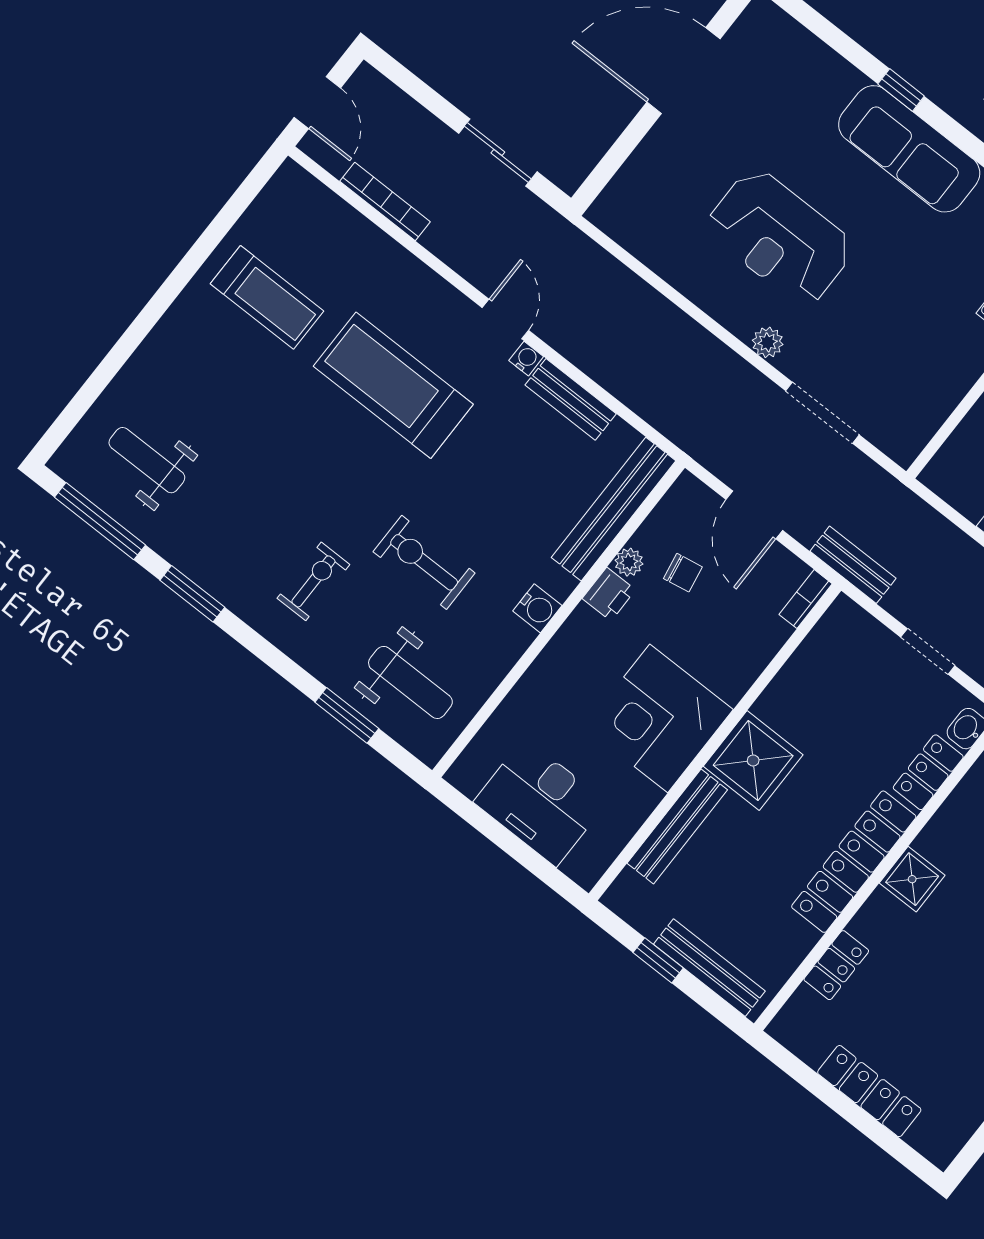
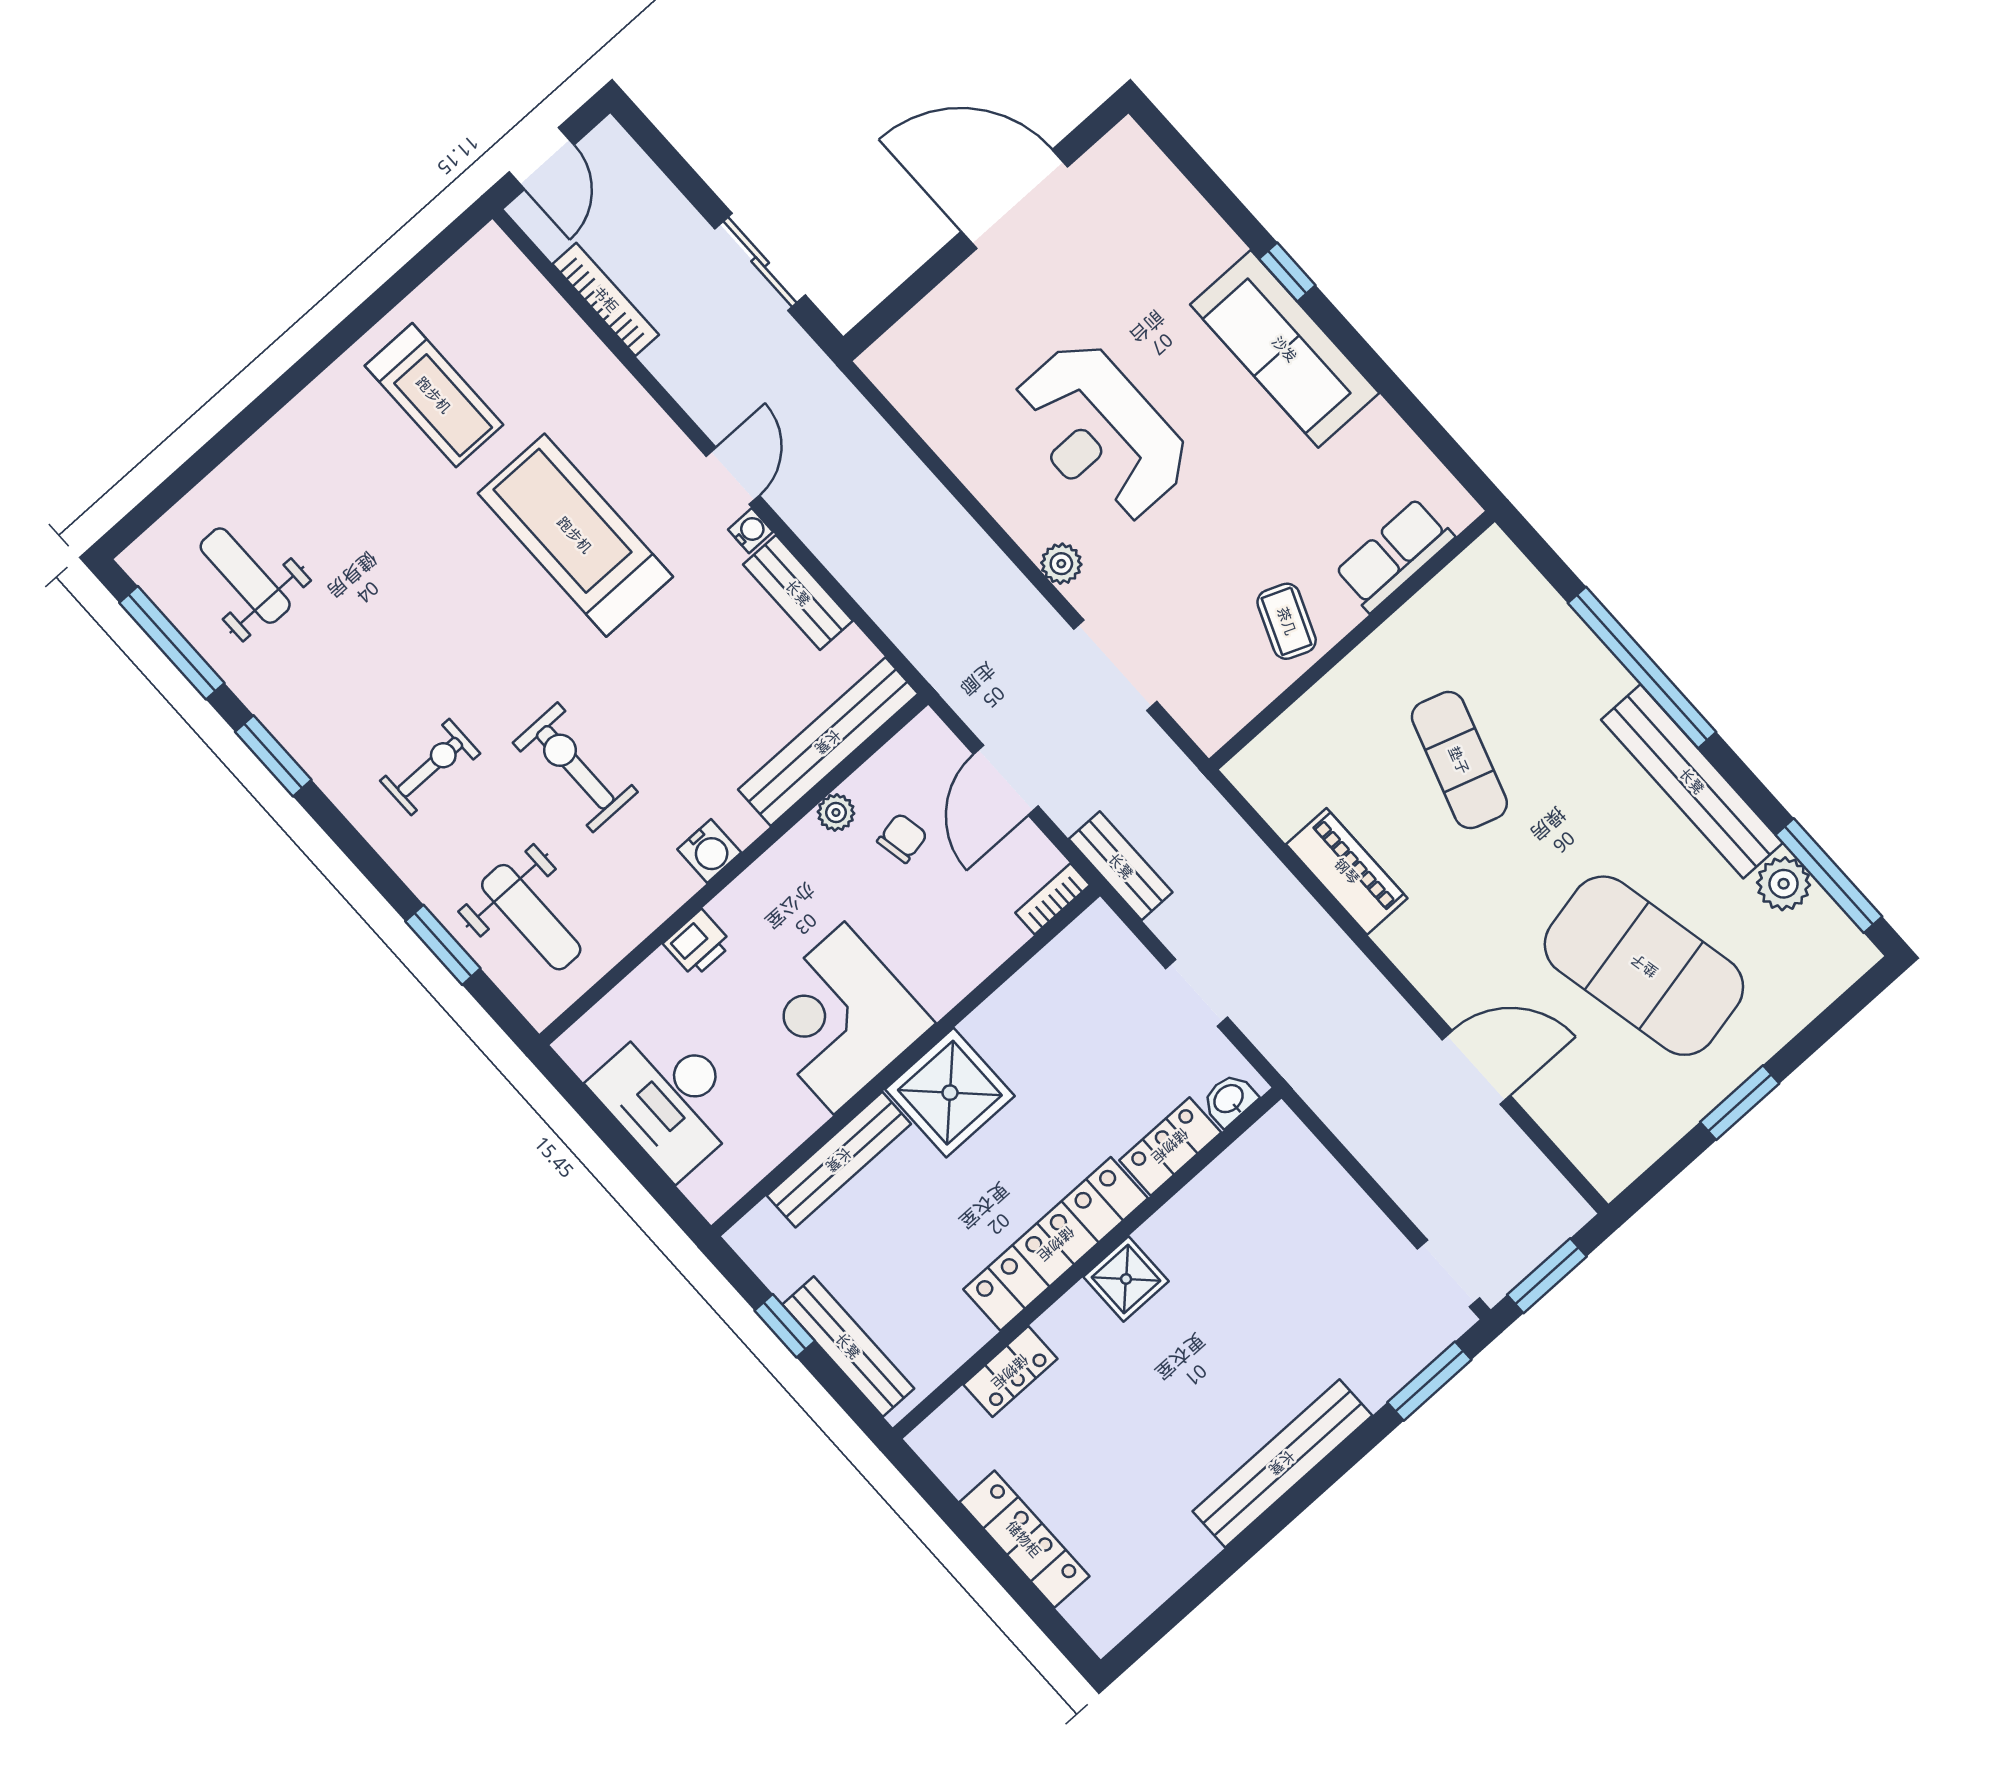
coffee table: (947, 356) -> (1287, 621), added
chair: (683, 573) -> (902, 838), turned -91
printer: (609, 594) -> (698, 944), moved

